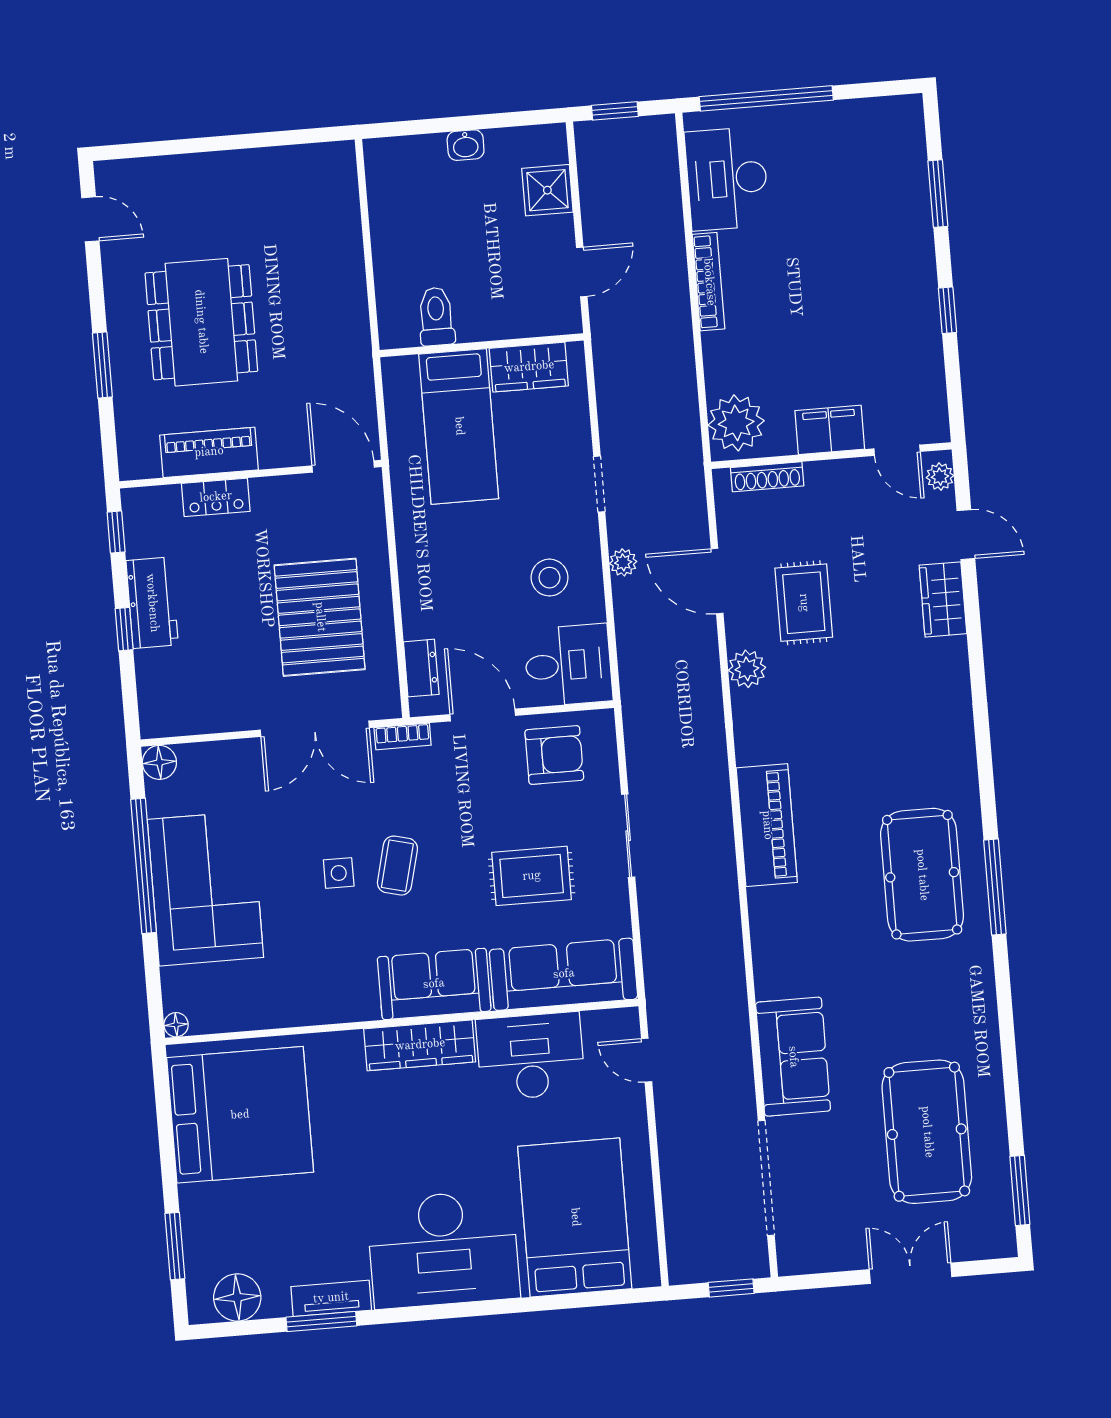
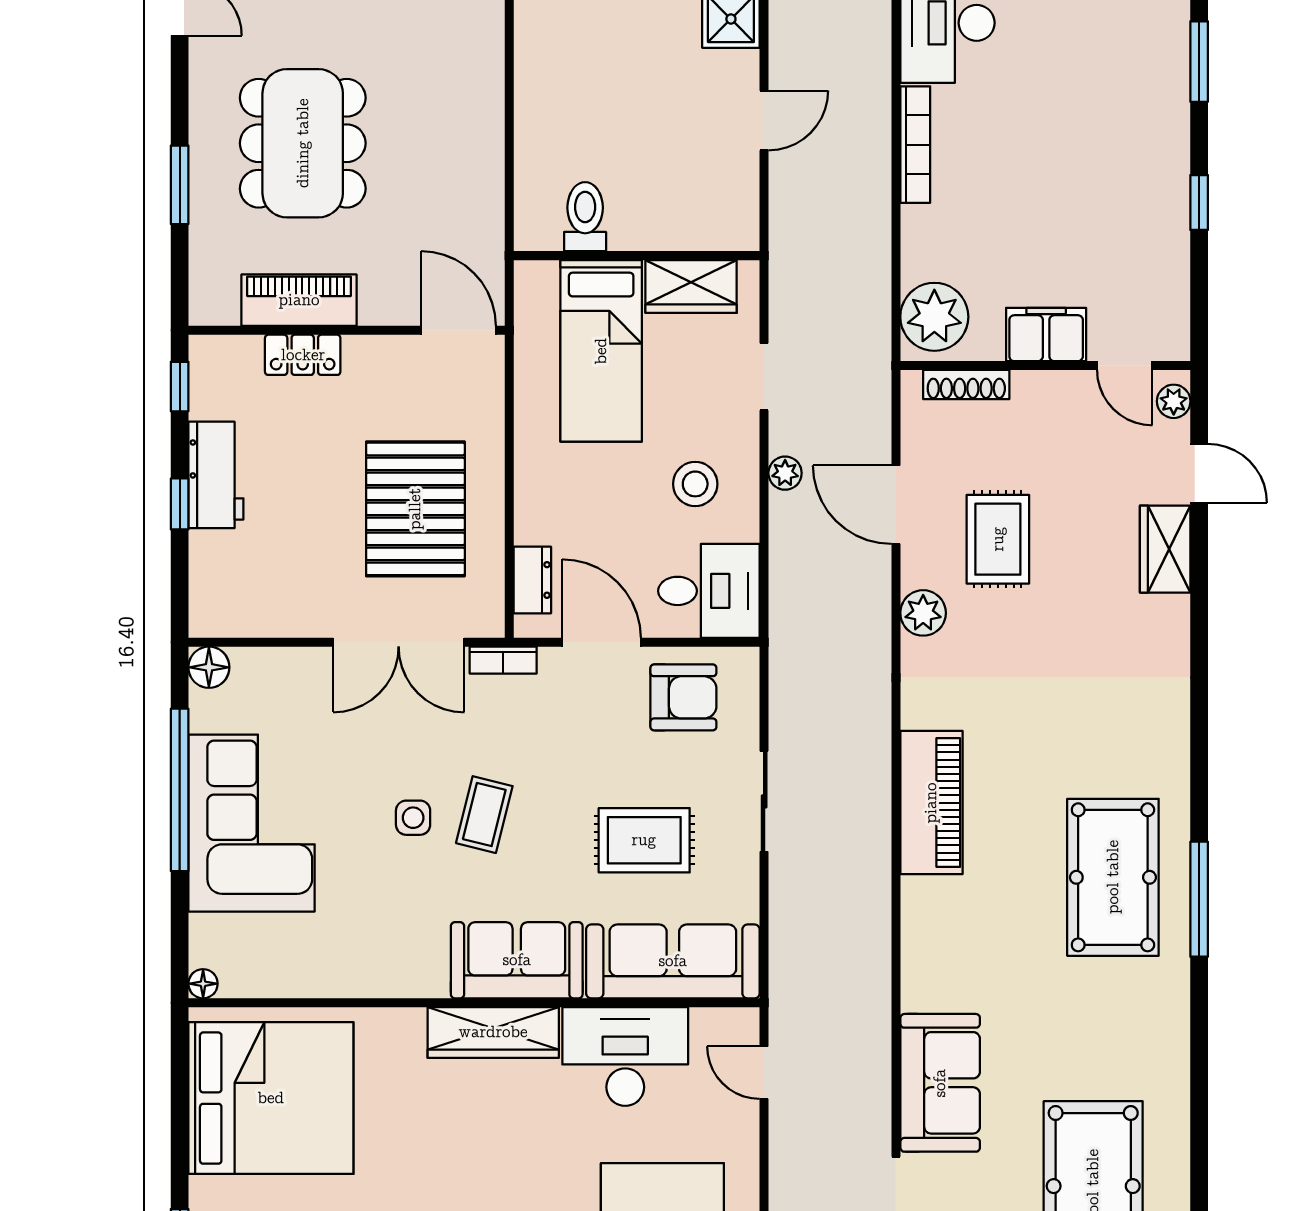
toilet: (436, 316) -> (585, 217), moved
wall: (482, 345) -> (637, 256), moved
wardrobe: (529, 367) -> (691, 286), moved
bed: (459, 426) -> (601, 351), moved

